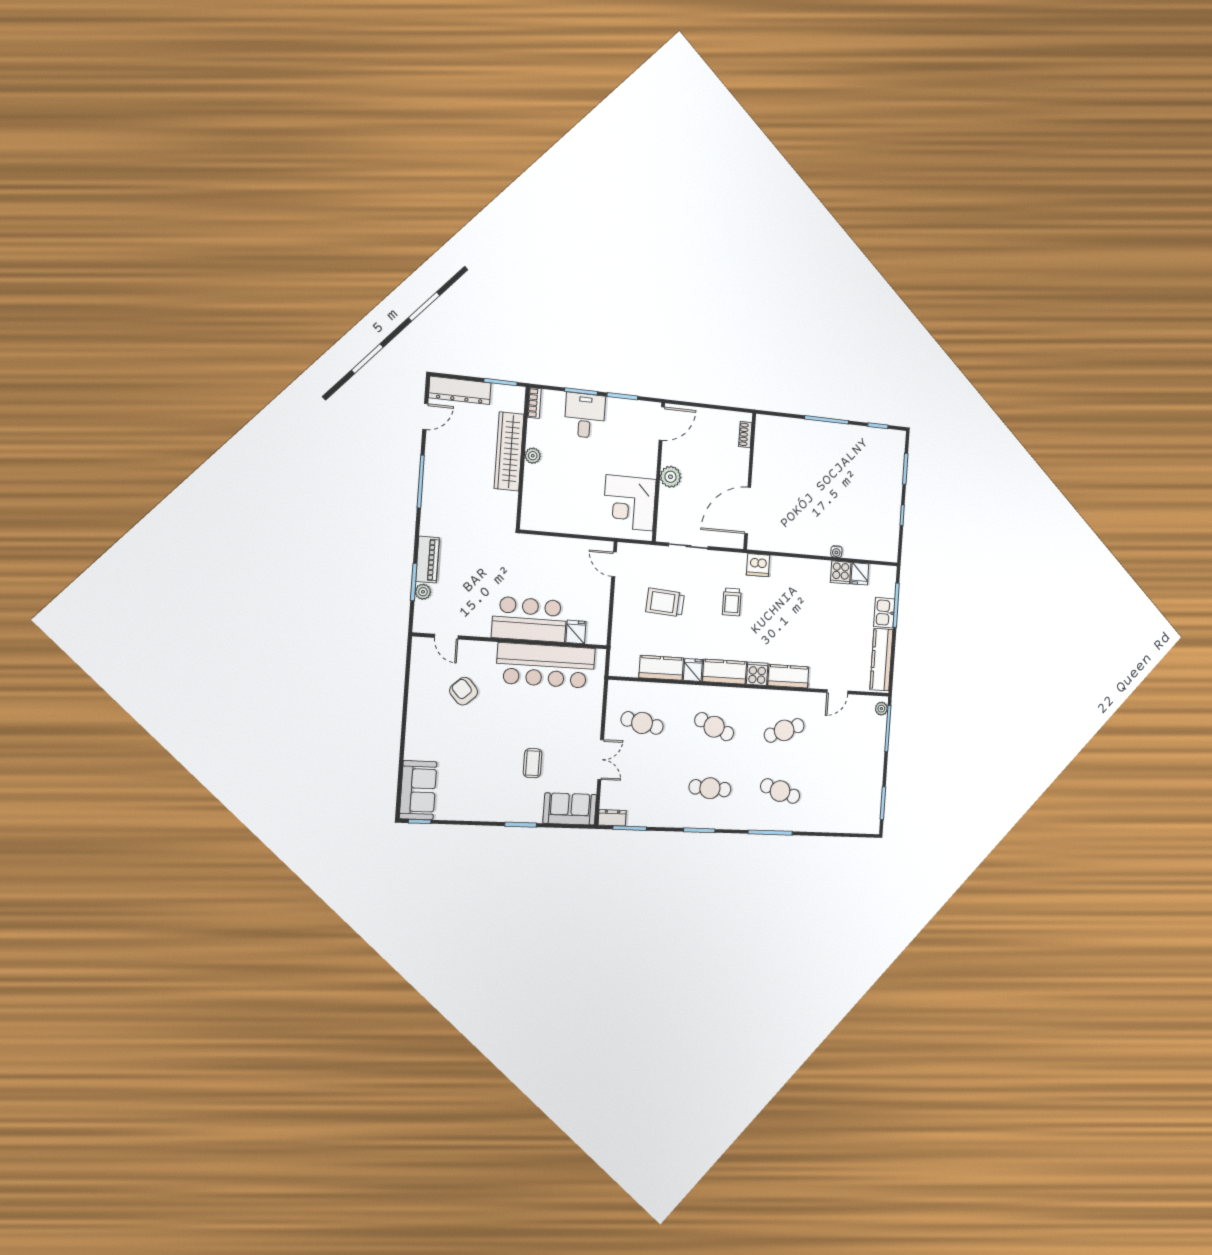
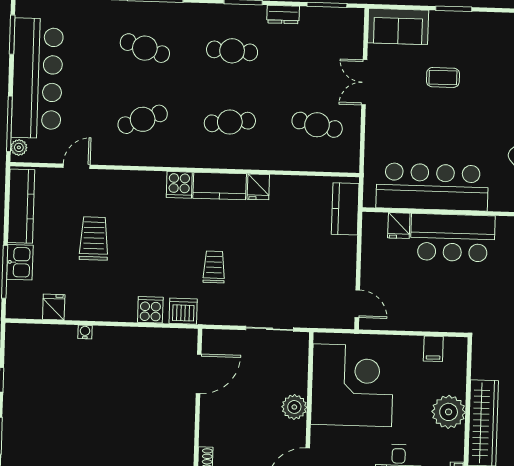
plant: (533, 456) -> (449, 412), width x1.88, depth x1.88
corner desk: (630, 503) -> (352, 385), width x1.36, depth x1.36
door: (748, 511) -> (199, 374), width x0.73
filing cabinet: (550, 521) -> (433, 349), added
cooker: (841, 572) -> (150, 310), moved
trolley: (665, 602) -> (94, 239), moved, turned -94
kitchen counter: (661, 668) -> (345, 209), moved, turned 90
kitchen counter: (788, 676) -> (140, 183), removed
cafe table: (714, 727) -> (230, 122), turned -30
coffee table: (533, 763) -> (443, 77), turned 90
bar counter: (865, 766) -> (37, 78), added
dresser: (612, 818) -> (283, 15), moved

